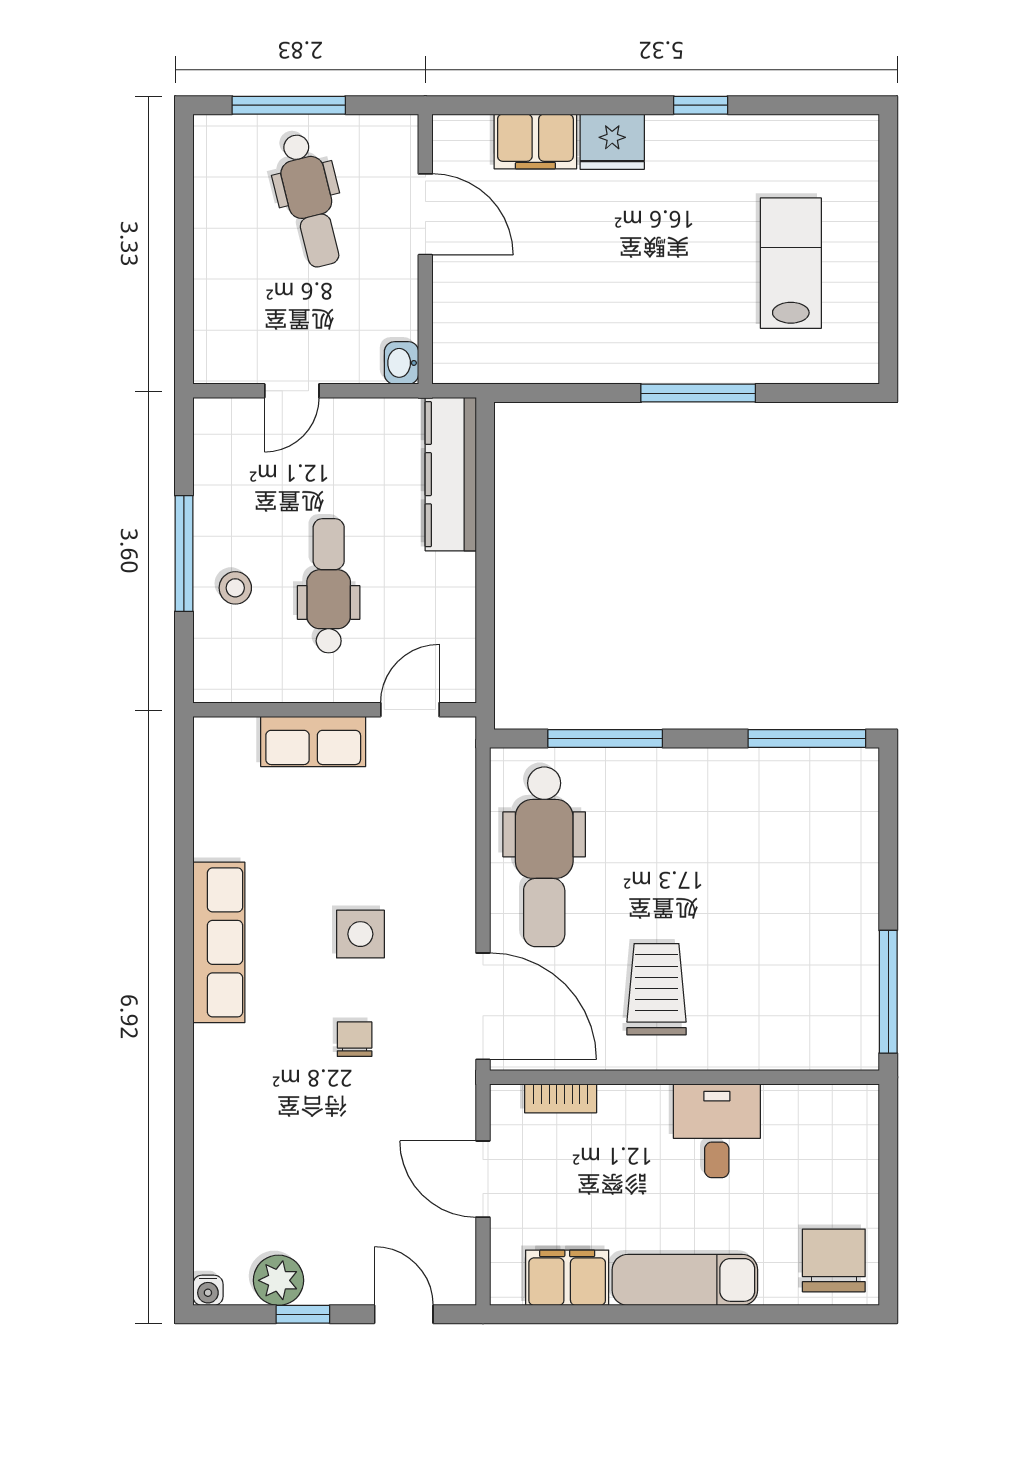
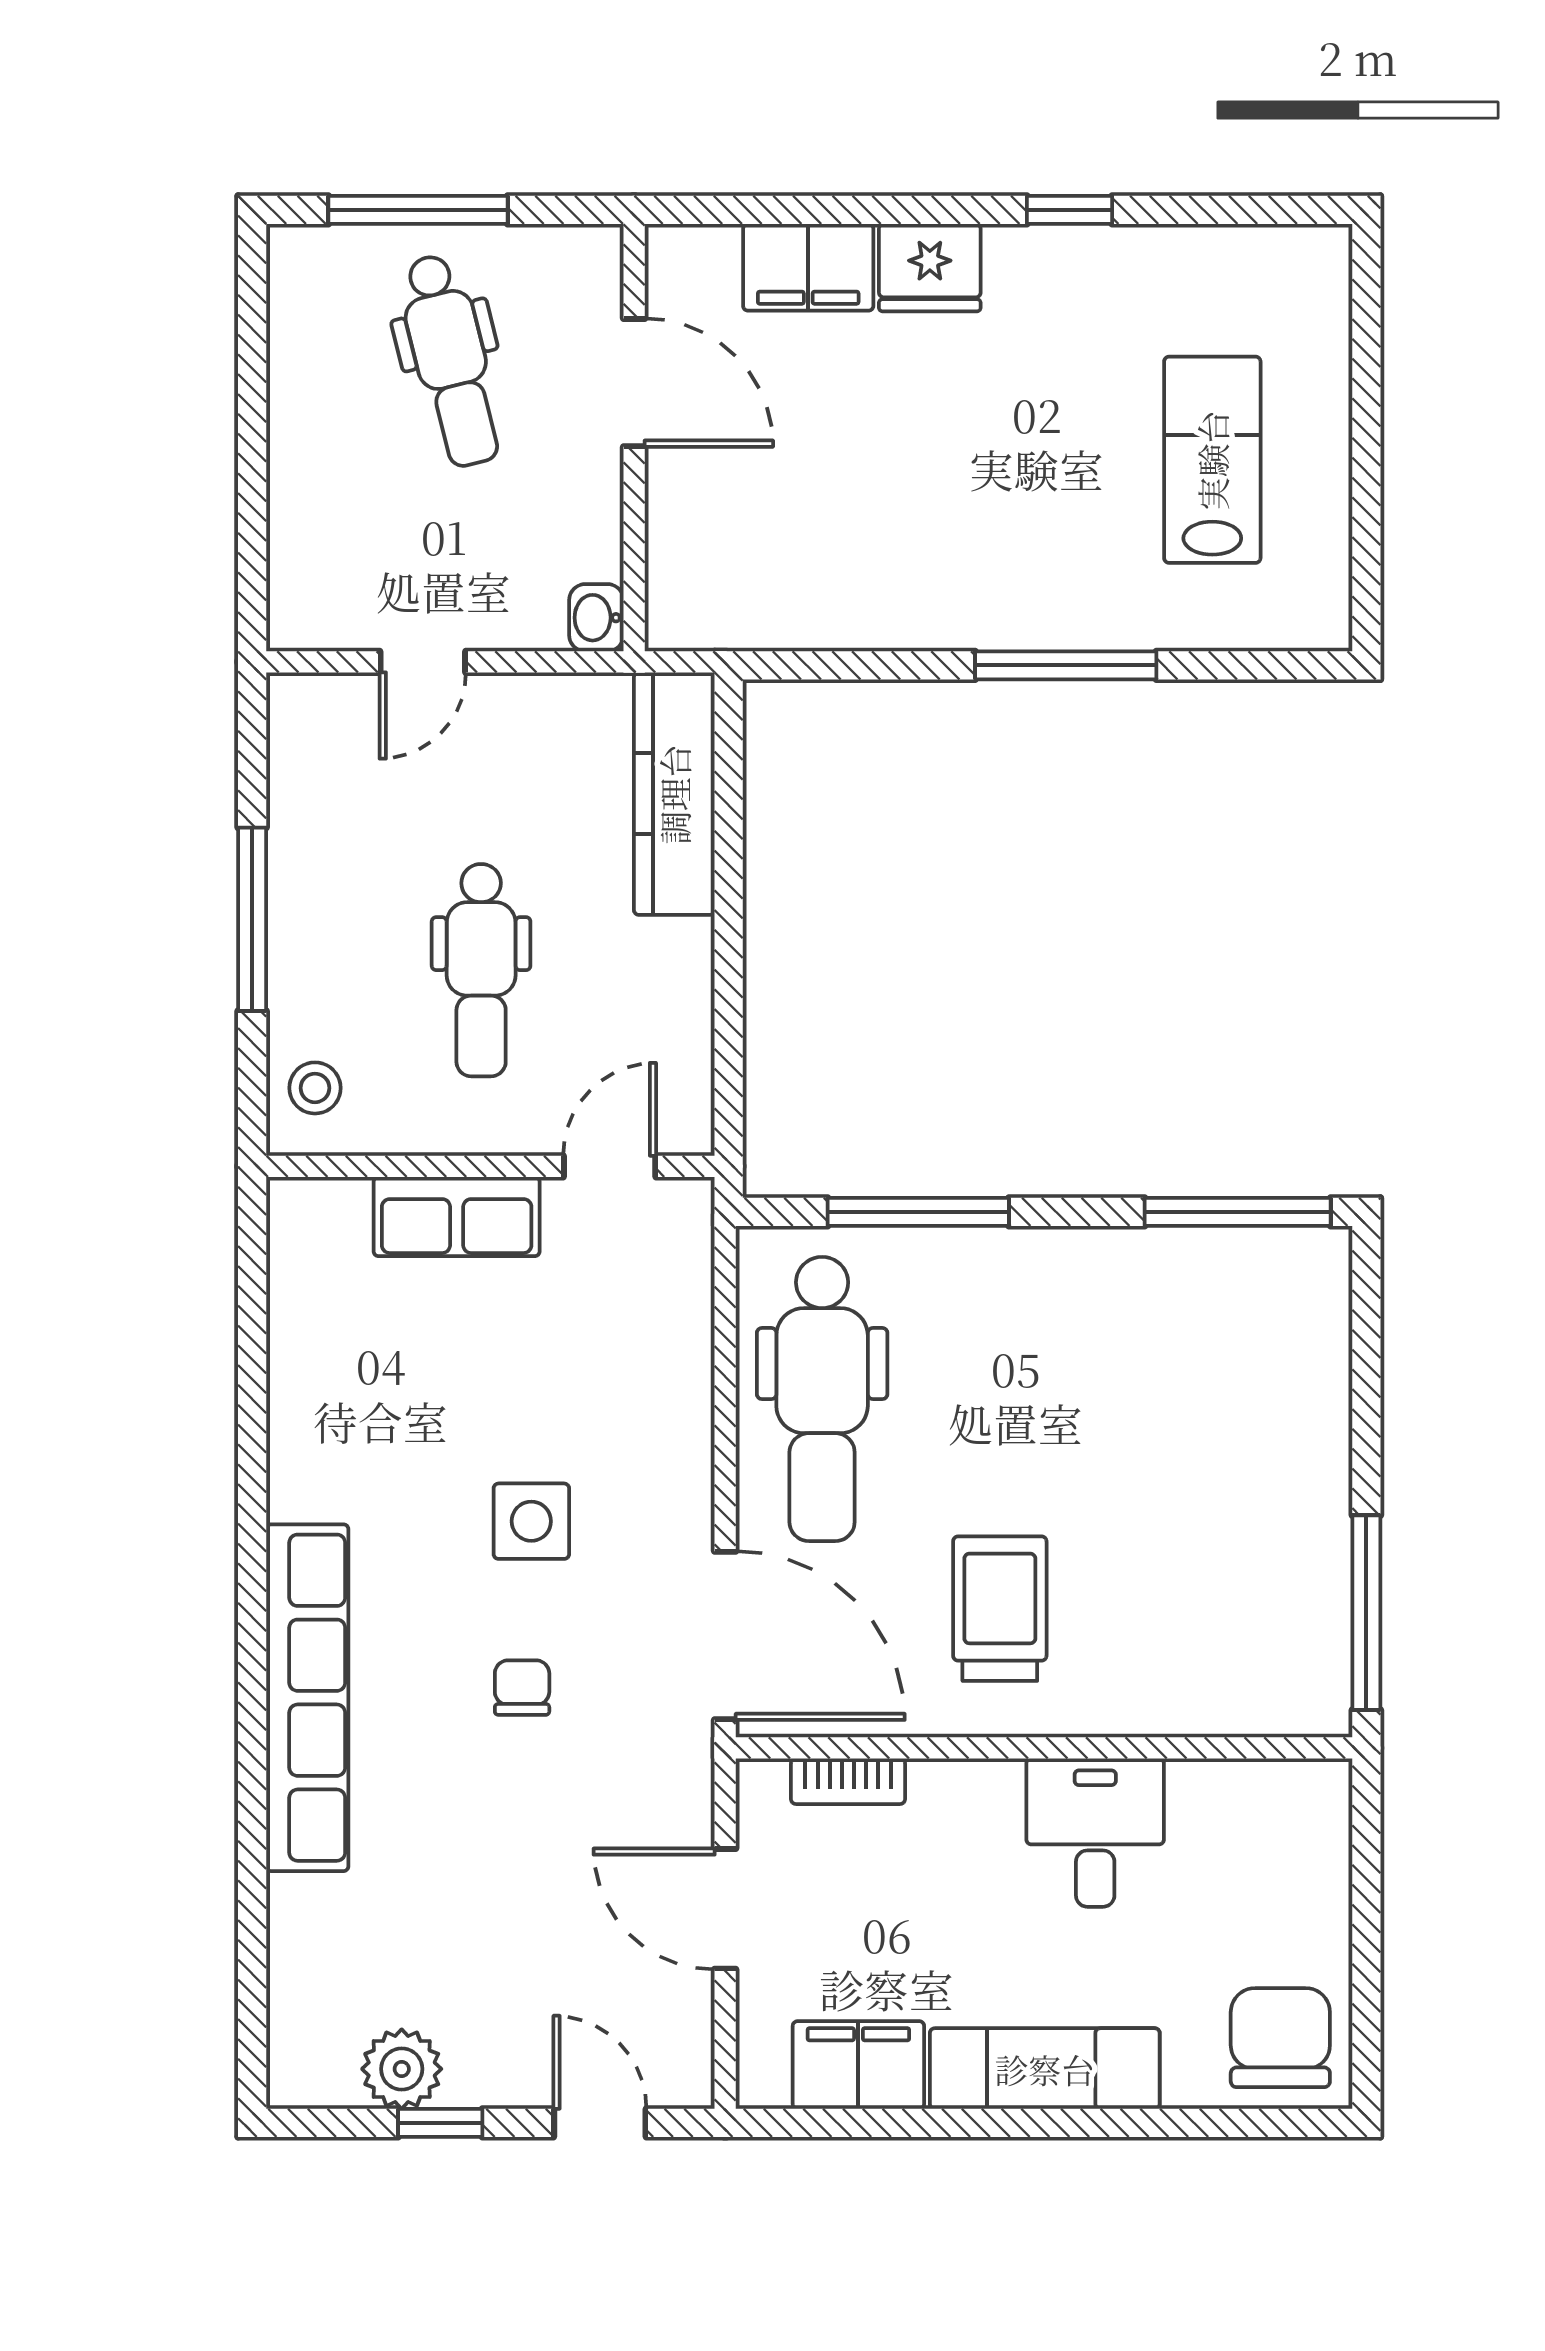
dental chair: (329, 586) -> (481, 970), turned 180
stool: (235, 588) -> (315, 1088), moved
row of seats: (219, 942) -> (307, 1698), moved, width x1.36
water cooler: (208, 1290) -> (290, 2085), removed

